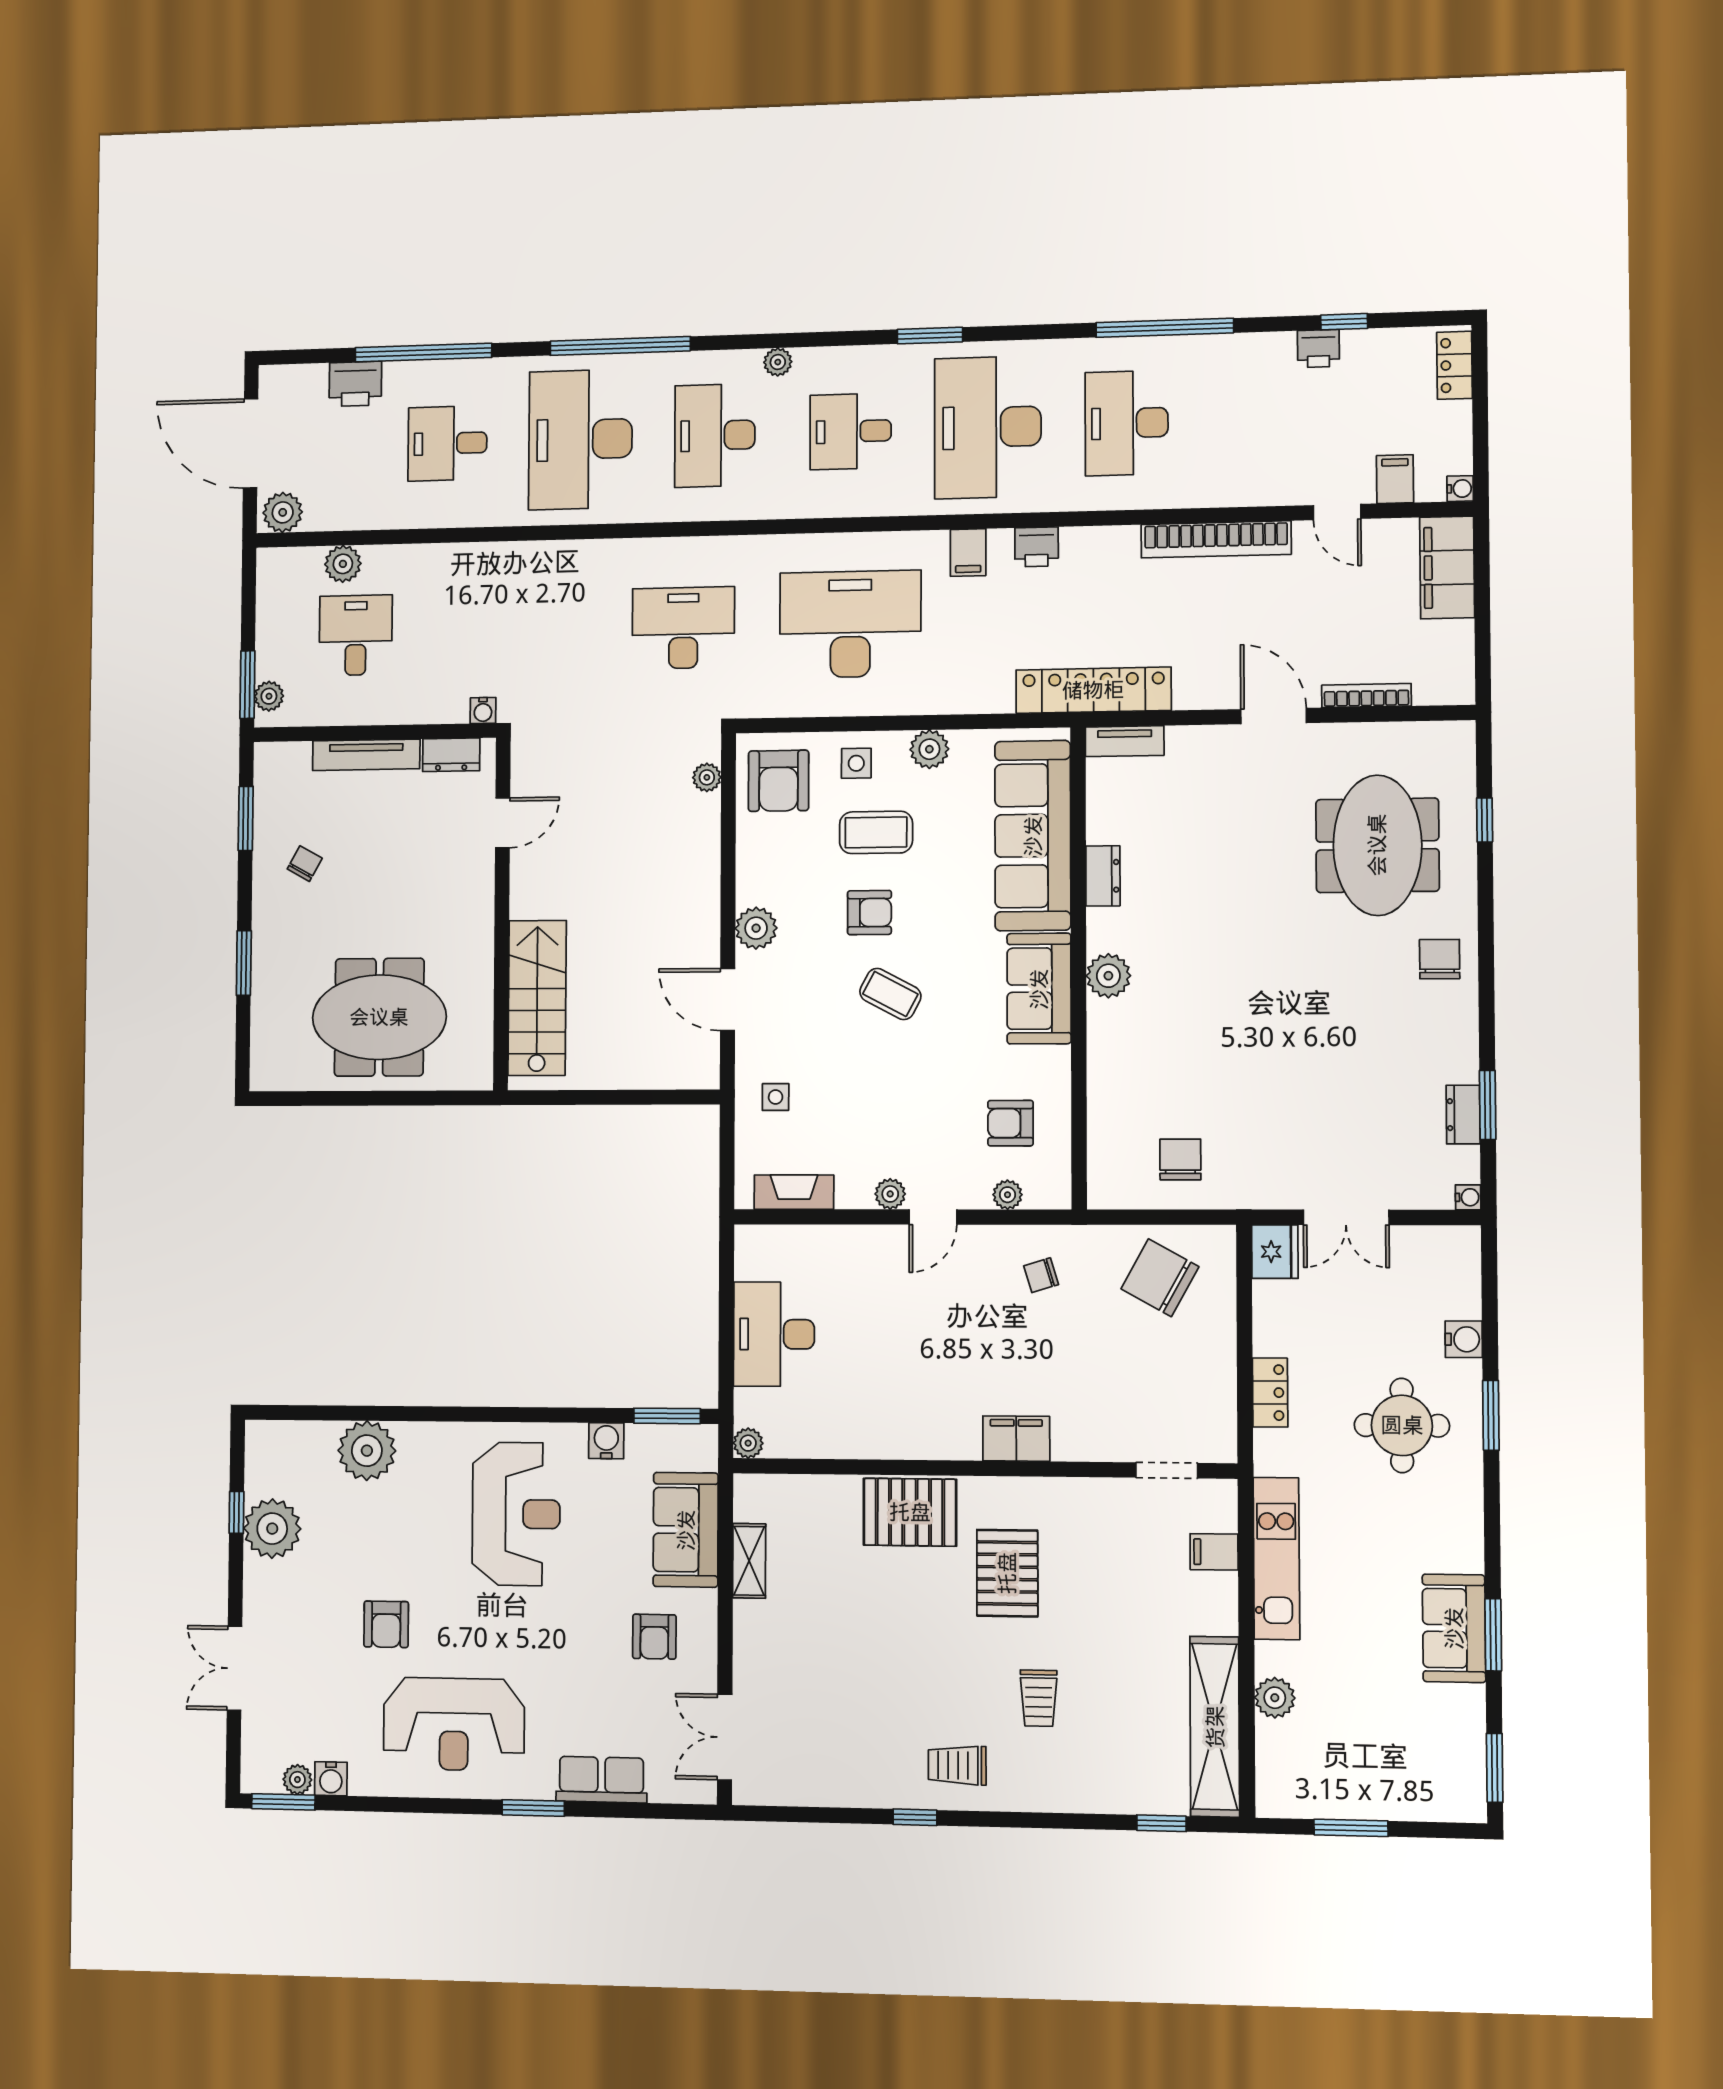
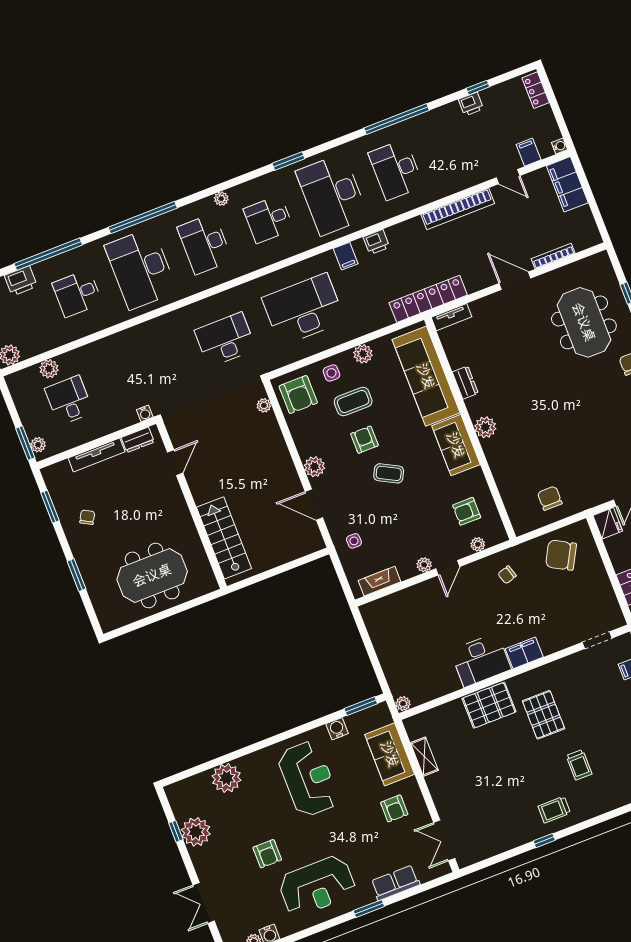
armchair: (869, 913) -> (364, 440), turned -90
desk: (774, 1334) -> (481, 660), moved, turned -90

